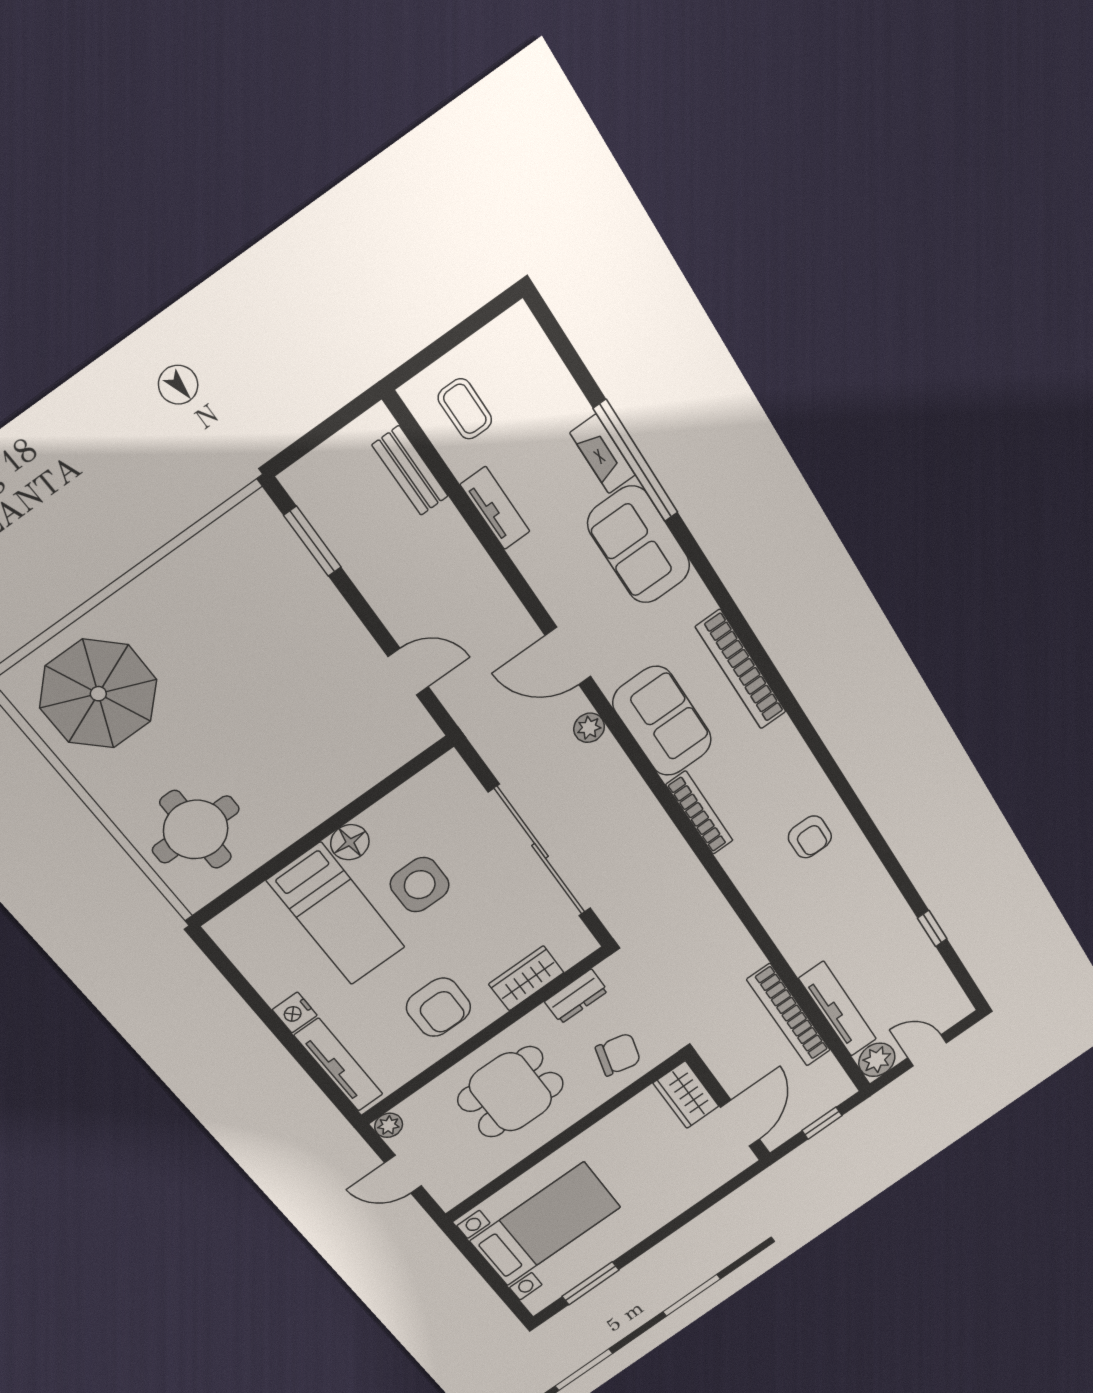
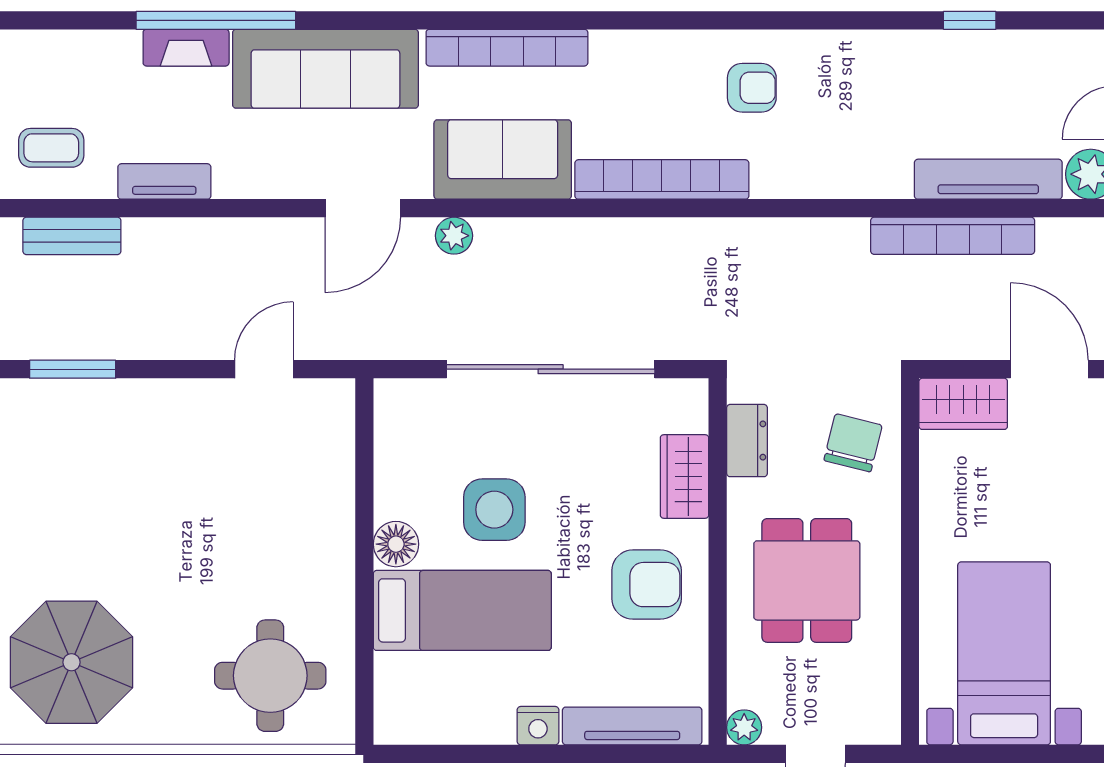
sofa: (639, 545) -> (325, 69), width x1.36
bookcase: (700, 813) -> (662, 179), width x1.48, depth x1.31

